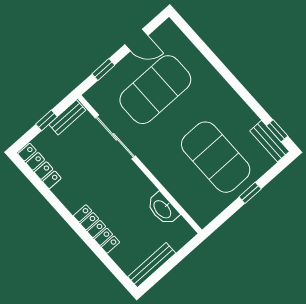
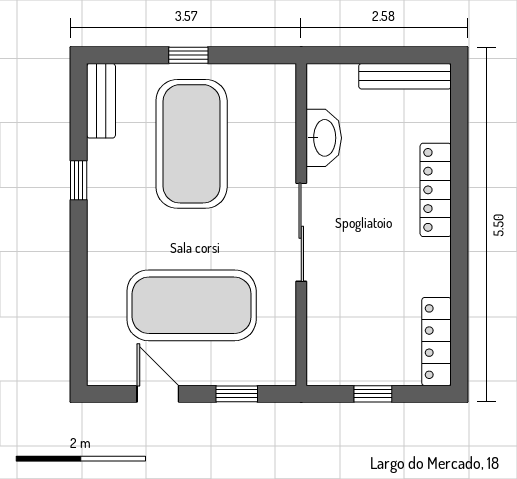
bench: (67, 117) -> (342, 373), removed
window: (277, 131) -> (79, 180), moved
sliding door: (115, 137) -> (301, 232), moved

